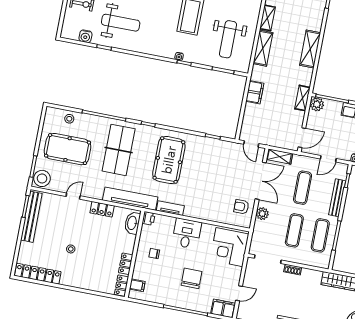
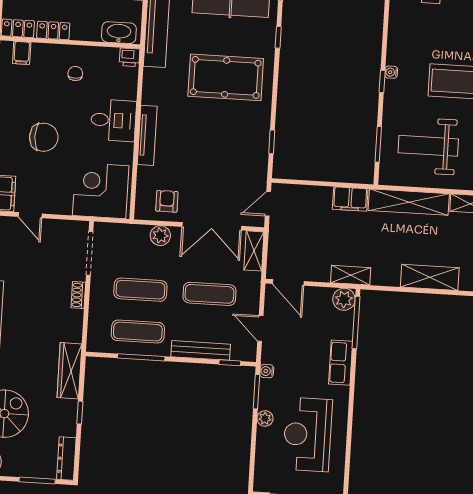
shelving: (263, 48) -> (409, 202), width x1.47
tv unit: (170, 208) -> (147, 135), moved, width x1.41

